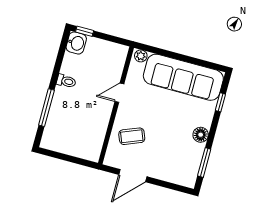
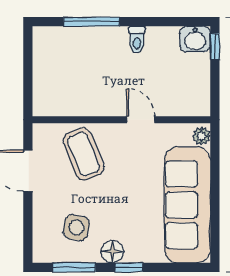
window: (220, 102) -> (129, 267), moved
coffee table: (132, 136) -> (84, 154), width x1.36, depth x1.30
side table: (179, 154) -> (76, 228), added

